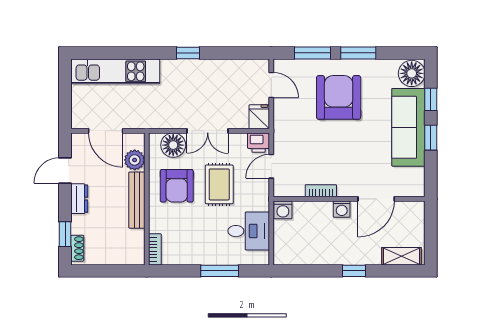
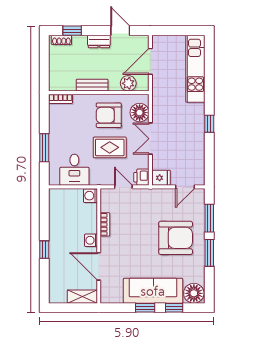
bench: (137, 200) -> (92, 85), width x0.73
shelving: (401, 256) -> (82, 297), moved, turned 90

